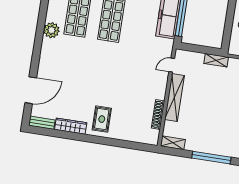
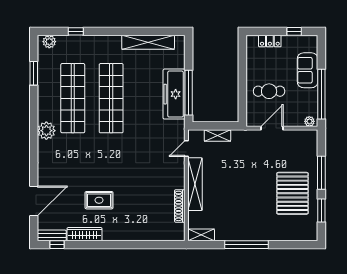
shelving: (216, 60) -> (217, 135), moved
rug: (102, 119) -> (99, 200), moved, turned 90
window: (45, 132) -> (57, 245), added

